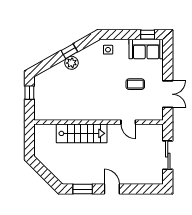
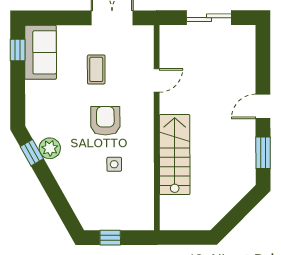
side table: (108, 50) -> (114, 164), moved
window: (69, 51) -> (32, 153), moved
plant: (71, 63) -> (50, 148), moved
armchair: (103, 90) -> (105, 121), added

